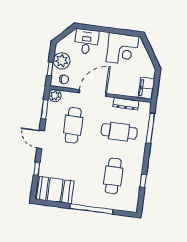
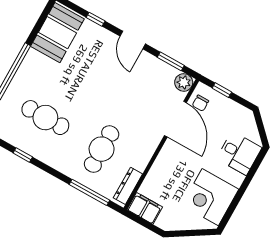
plant: (62, 61) -> (226, 110), removed
door: (93, 93) -> (175, 119), moved
dresser: (126, 104) -> (128, 186), moved
cafe table: (73, 125) -> (134, 91), removed
door: (41, 139) -> (133, 40), swing flipped

